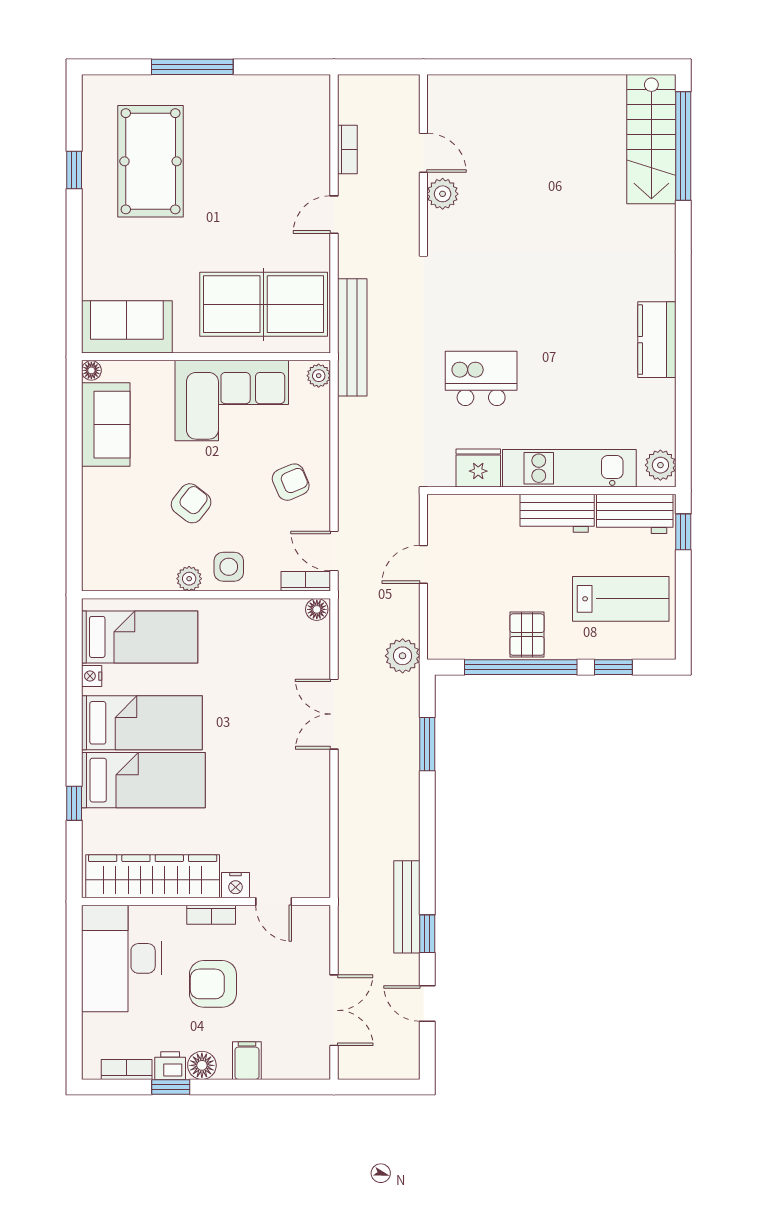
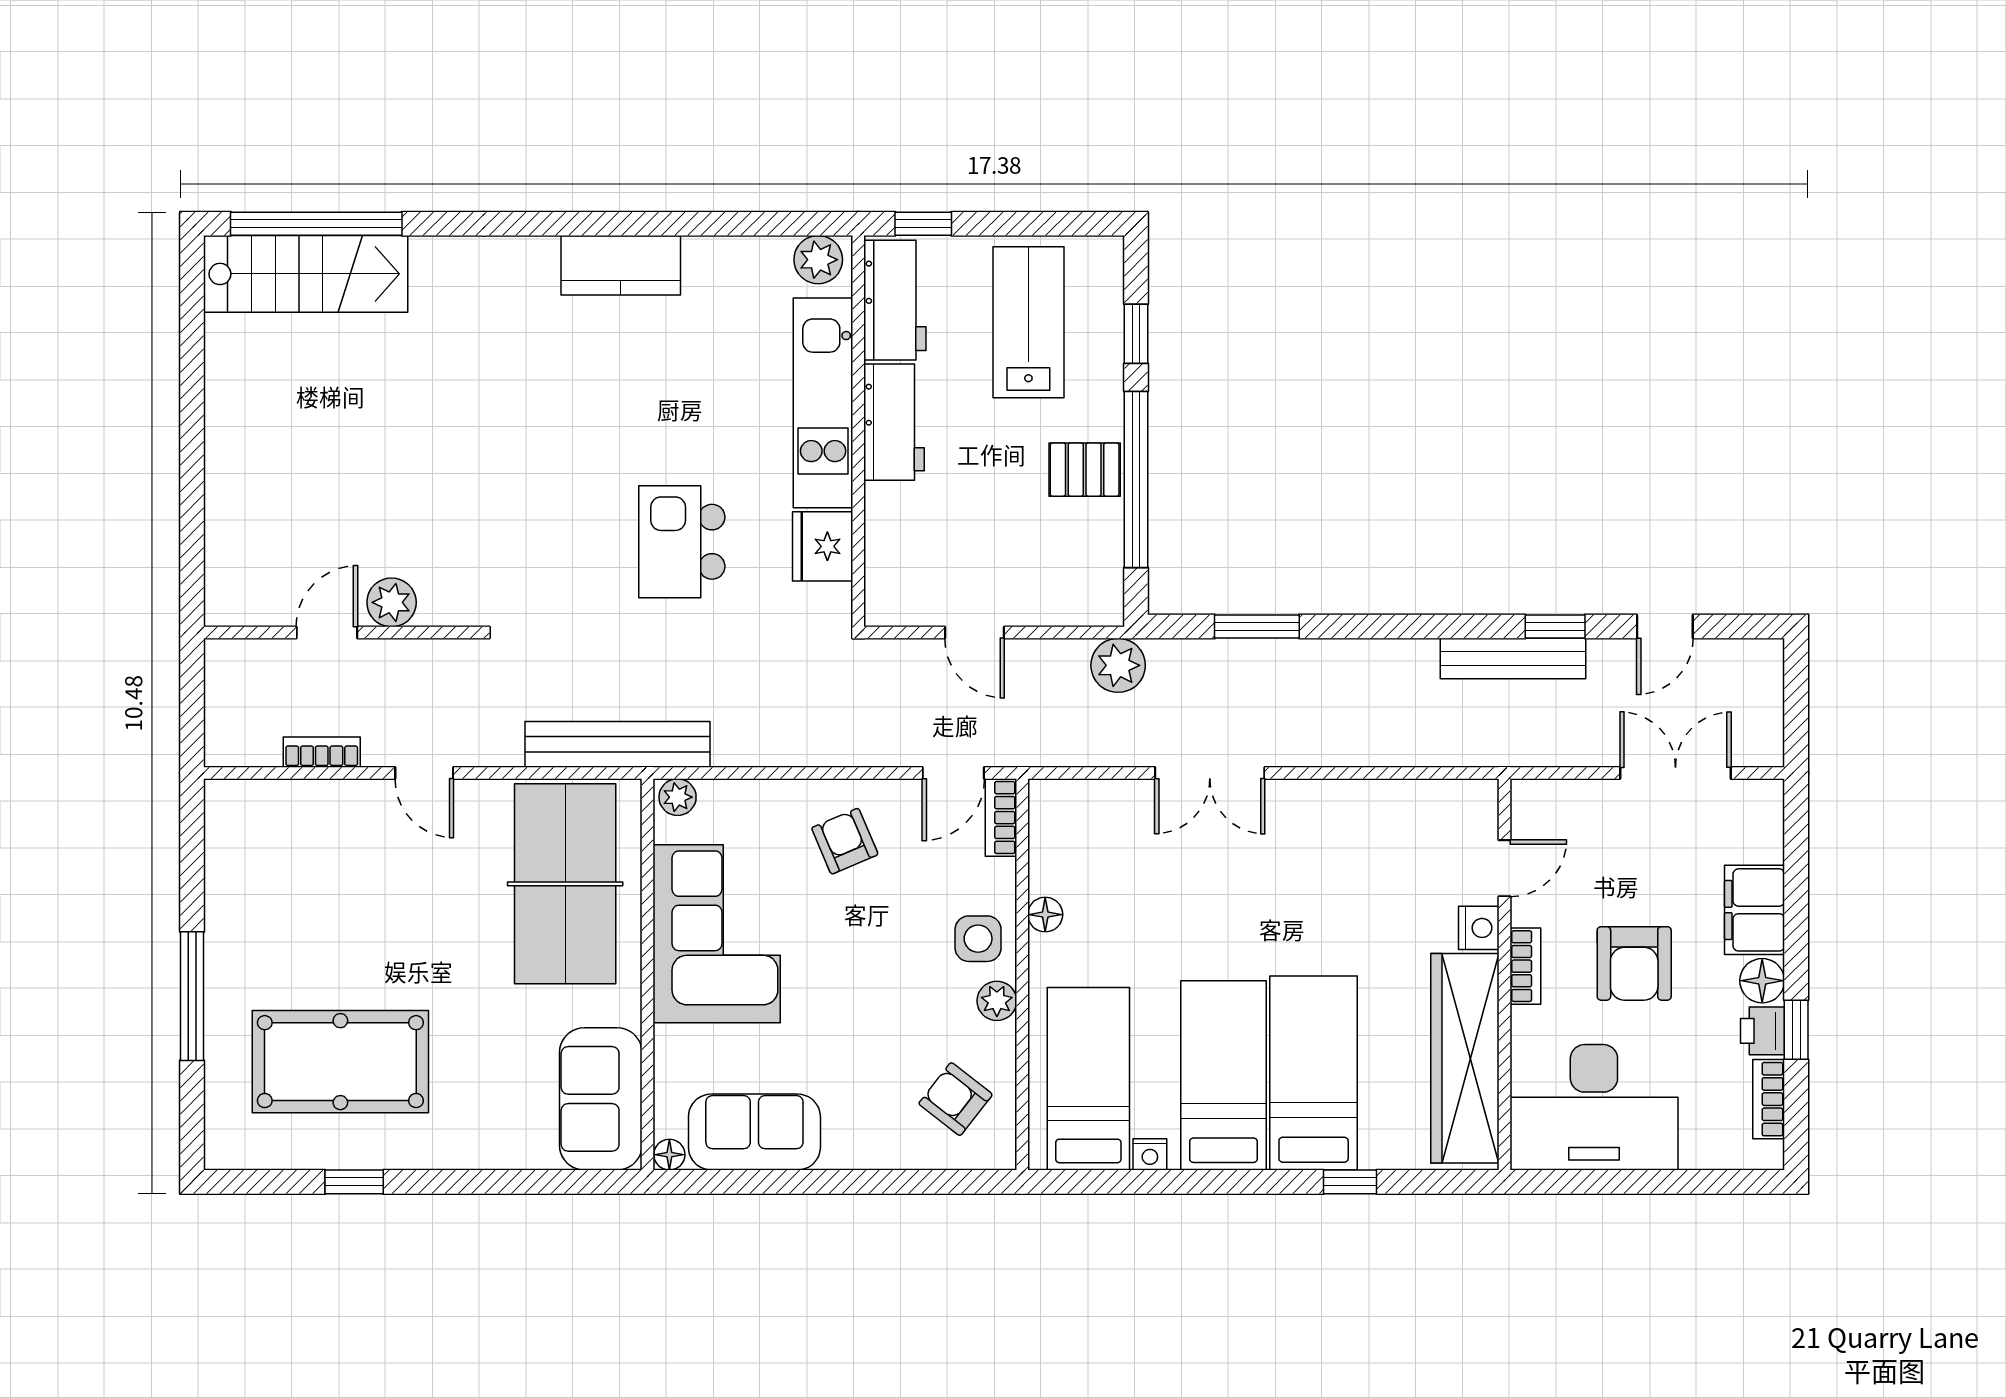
armchair: (191, 503) -> (956, 1099), moved
floor lamp: (317, 609) -> (1045, 915), moved
filing cabinet: (247, 1061) -> (1755, 910), width x2.00

